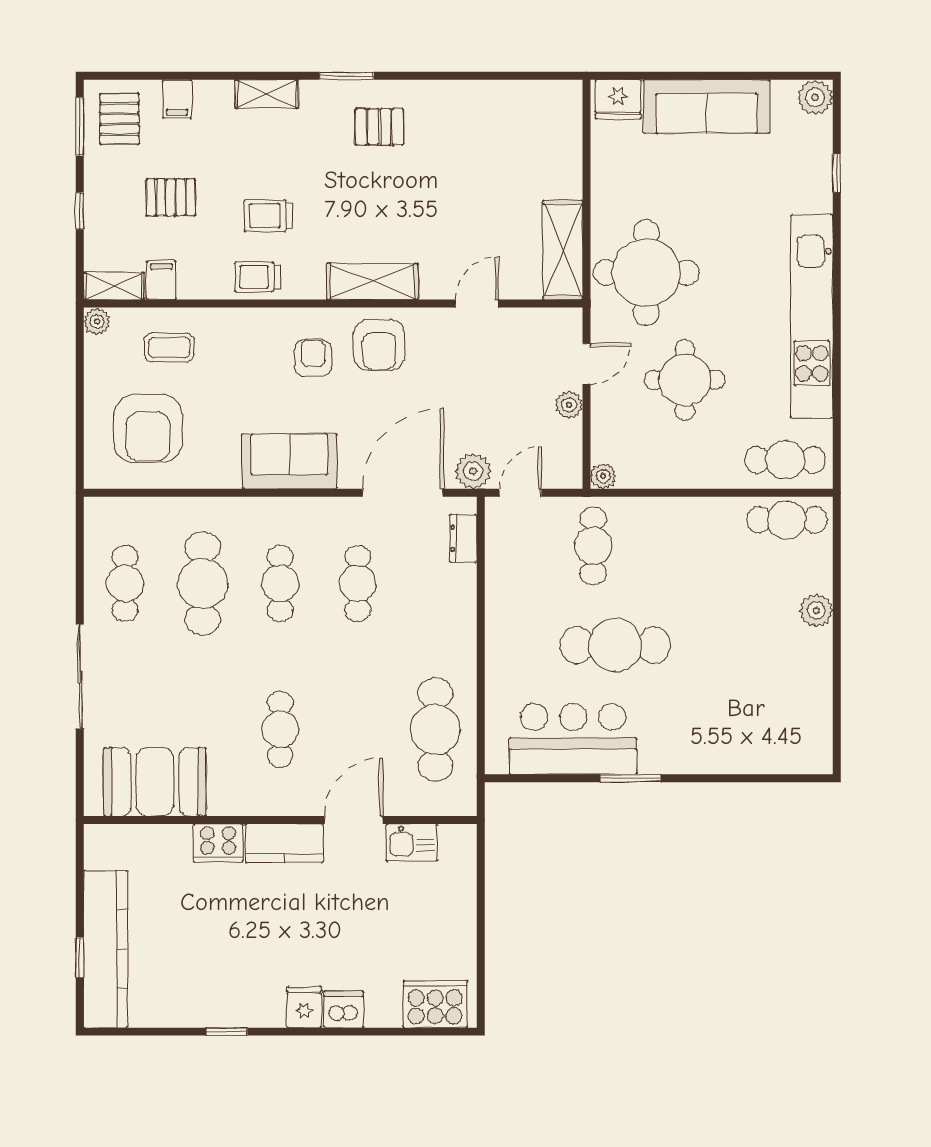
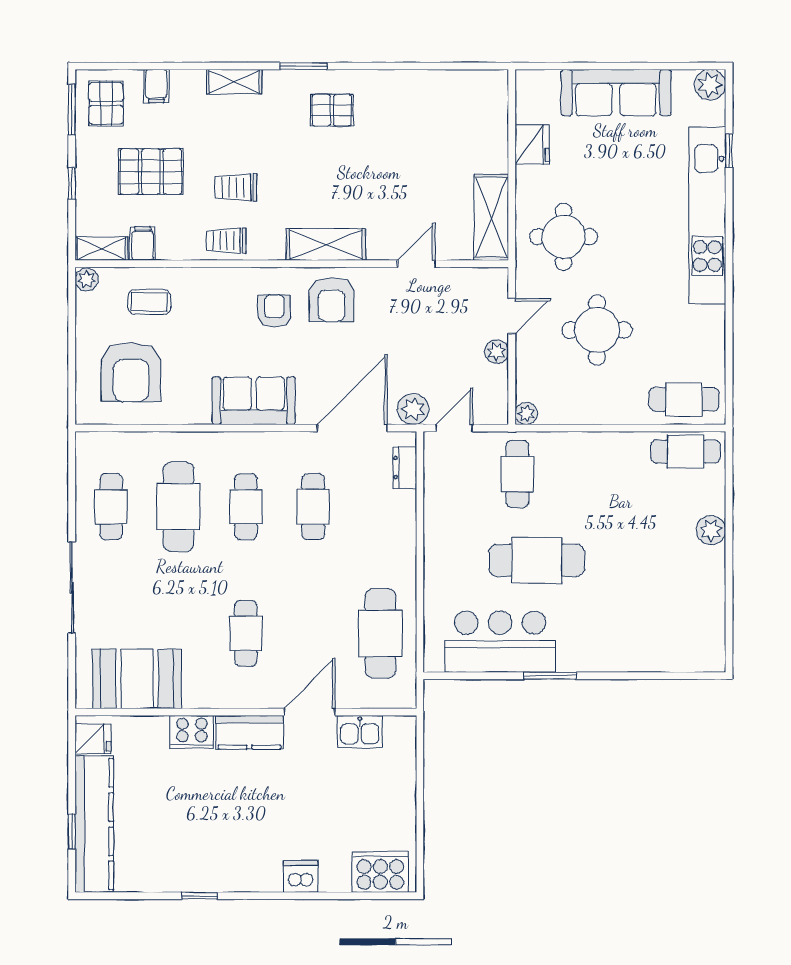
fridge: (618, 99) -> (532, 145), moved, turned -90
pallet: (171, 197) -> (151, 172), width x1.50, depth x1.42
round table: (646, 273) -> (564, 237), width x0.73, depth x0.73
kitchen unit: (812, 316) -> (707, 215), moved
fridge: (304, 1007) -> (93, 739), moved, turned 90

